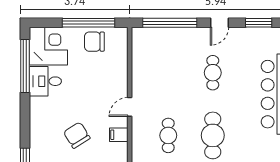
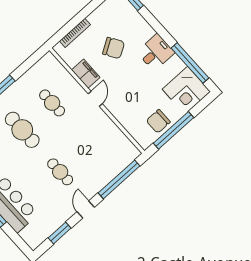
chair: (94, 42) -> (158, 121), turned 180
desk: (45, 81) -> (156, 52), moved
filing cabinet: (119, 135) -> (86, 74), width x2.00

